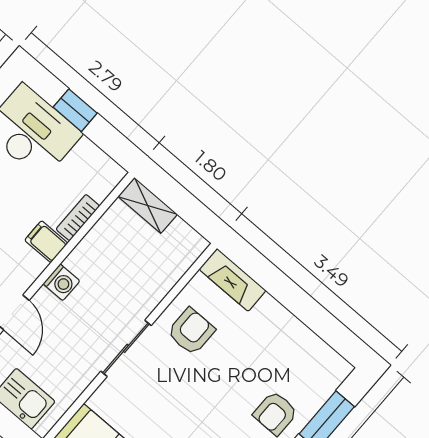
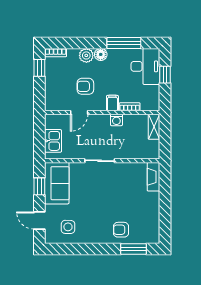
washing machine: (61, 282) -> (116, 120), moved
armchair: (191, 331) -> (124, 178), removed

